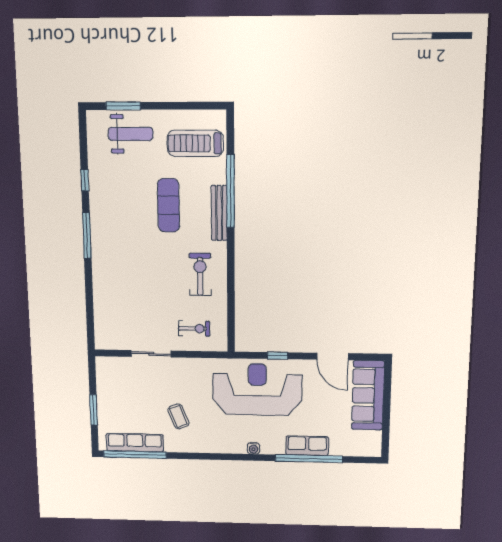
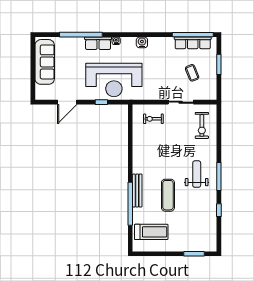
weight bench: (131, 134) -> (197, 174), moved, turned 90
exercise bike: (200, 274) -> (202, 125), moved
door: (333, 356) -> (67, 102), swing flipped
sofa: (368, 395) -> (45, 62), moved
coffee table: (178, 416) -> (192, 73), moved
water cooler: (213, 445) -> (142, 42), added
row of seats: (307, 446) -> (98, 43), moved

